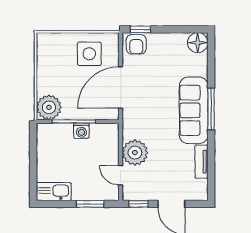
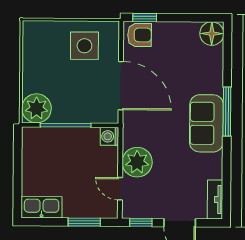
armchair: (136, 44) -> (140, 35), turned -90
door: (121, 88) -> (121, 86), swing flipped
sofa: (194, 110) -> (206, 123), width x0.73
washing machine: (81, 131) -> (109, 136), moved, turned 90
tv unit: (201, 162) -> (215, 200), moved

